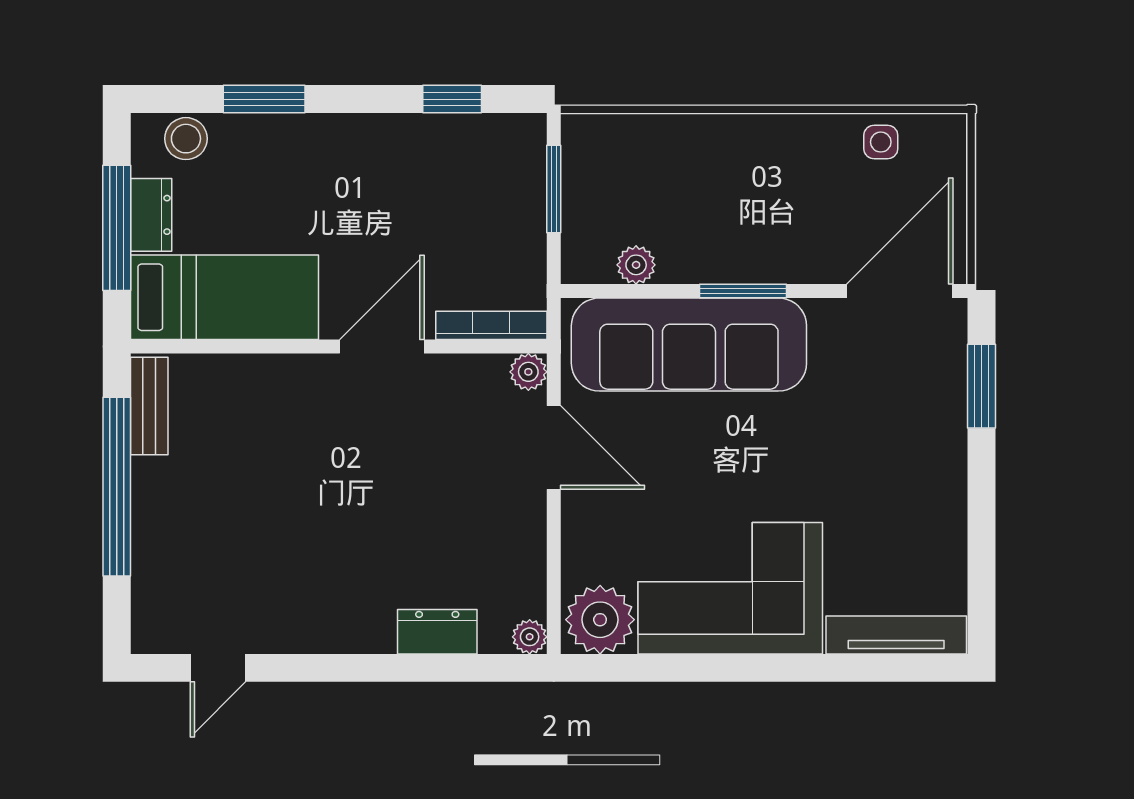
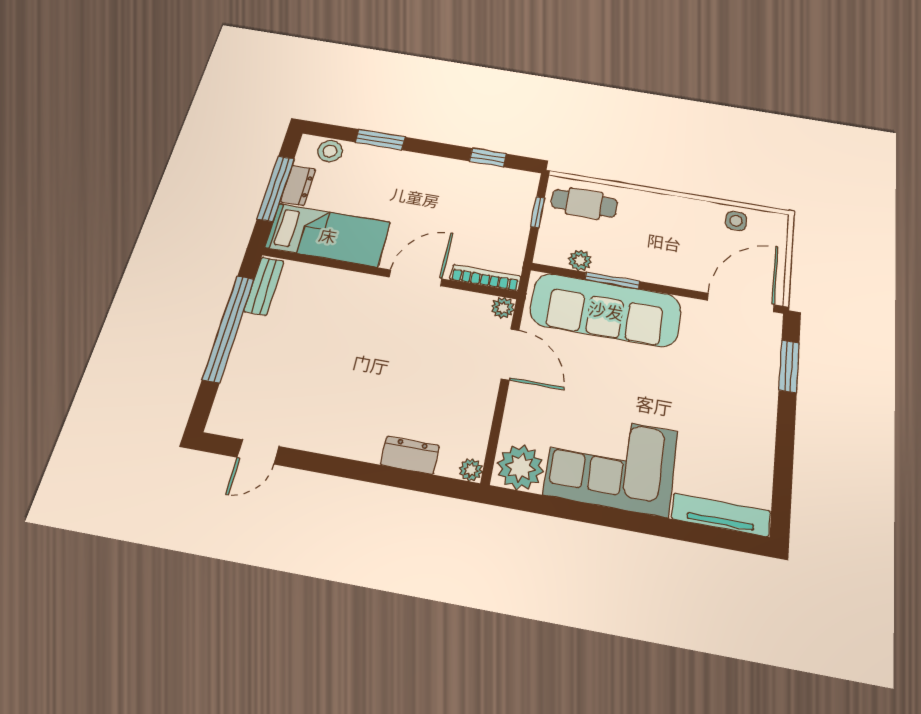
cafe table: (627, 157) -> (584, 203), added
window: (554, 189) -> (538, 212), width x0.67
window: (743, 291) -> (612, 280), moved

